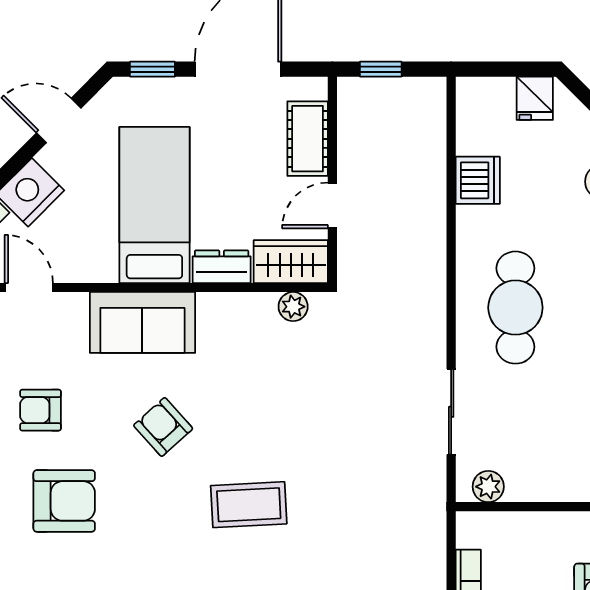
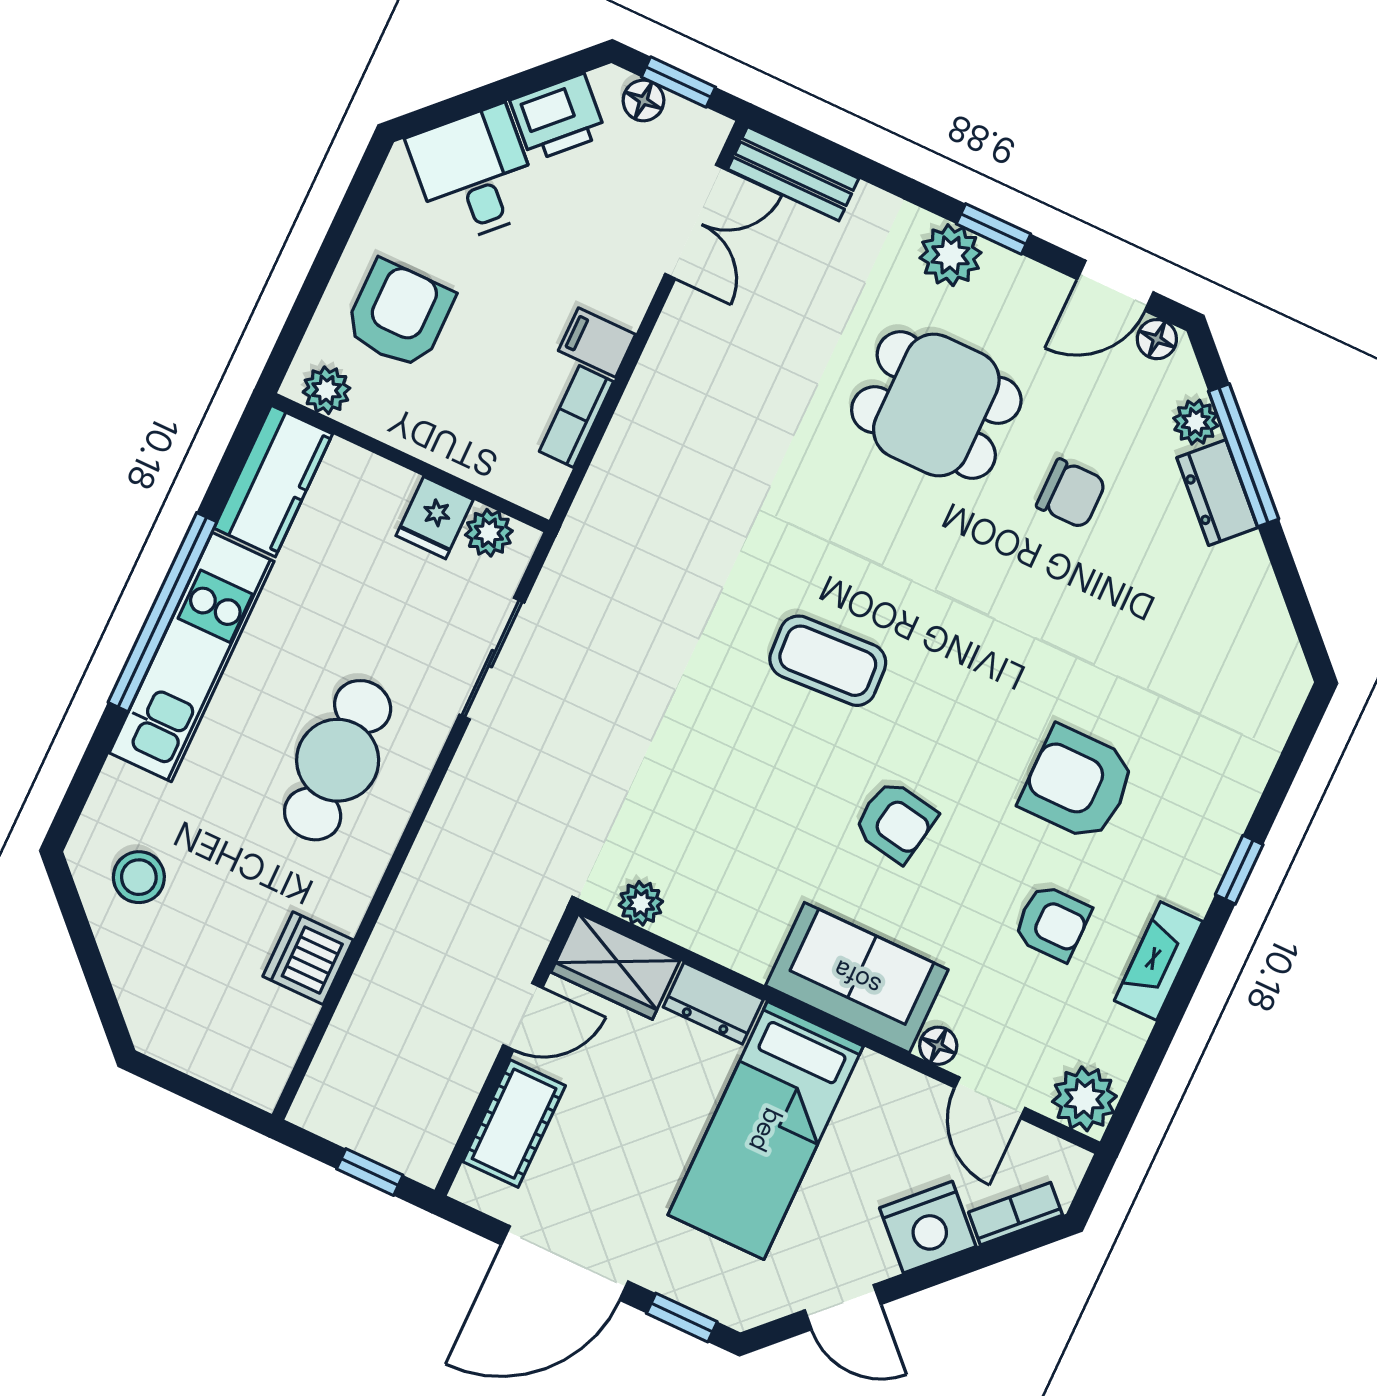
fridge: (535, 98) -> (435, 518), moved, turned 180
floor lamp: (75, 304) -> (938, 1046), added
armchair: (163, 427) -> (895, 822), turned -38

